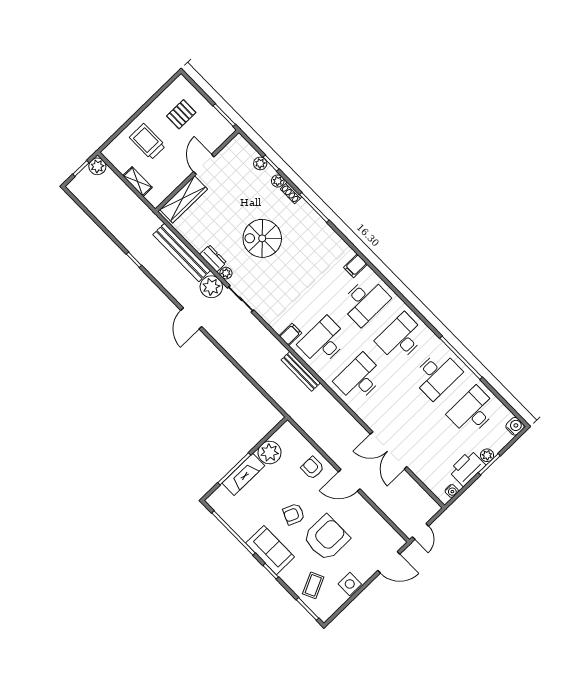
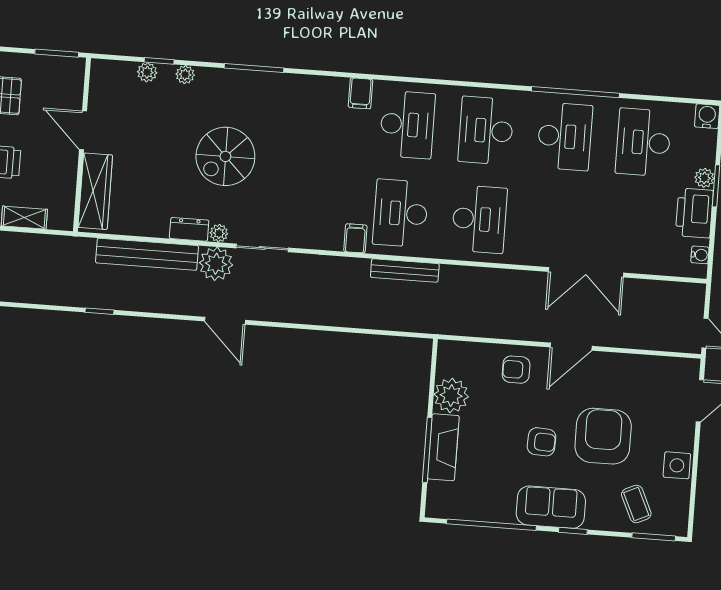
shoe rack: (291, 193) -> (212, 75), removed
desk: (359, 378) -> (479, 219), turned 180
armchair: (294, 514) -> (542, 442), turned -110

